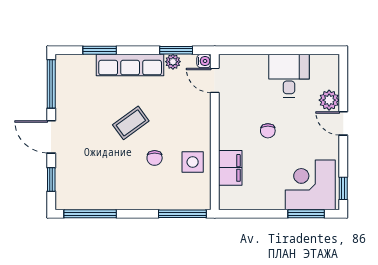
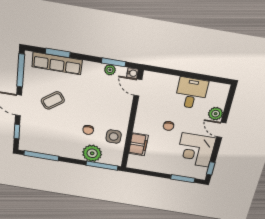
row of seats: (130, 65) -> (57, 63), moved
coffee table: (131, 123) -> (53, 100), moved
corner desk: (310, 185) -> (196, 150), moved, turned -90
plant: (165, 195) -> (92, 153), added

